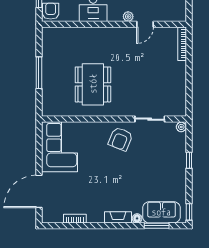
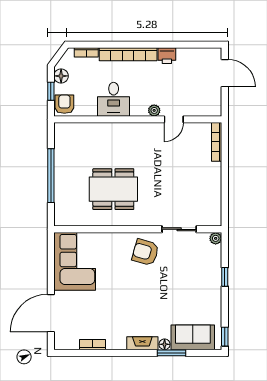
window: (39, 73) -> (51, 176), width x1.46
dining table: (93, 84) -> (113, 189), turned 90
armchair: (121, 139) -> (145, 252), turned 84
window: (157, 226) -> (171, 353), moved

